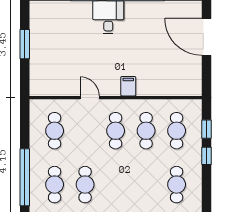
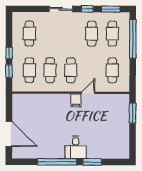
window: (25, 44) -> (133, 113), moved
filing cabinet: (128, 86) -> (76, 100), moved
door: (90, 98) -> (88, 93), swing flipped

